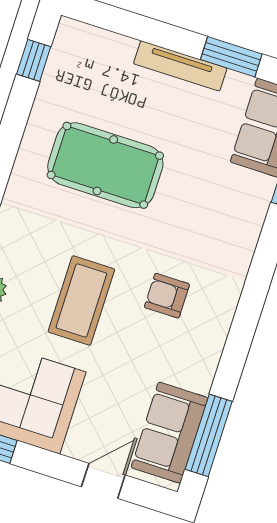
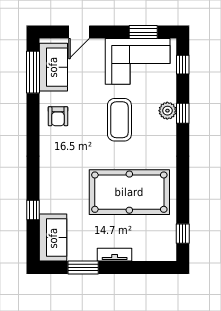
tv unit: (180, 66) -> (115, 255), width x0.71
pool table: (105, 165) -> (129, 192), width x1.36, depth x1.32
armchair: (167, 296) -> (58, 116), moved, turned 90

